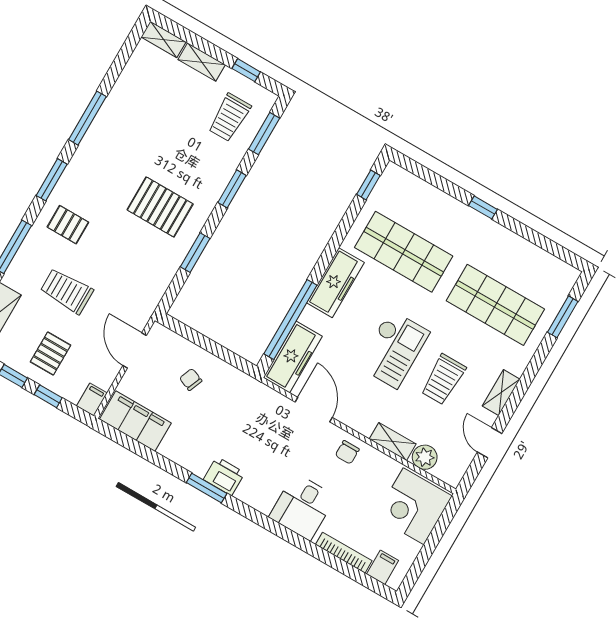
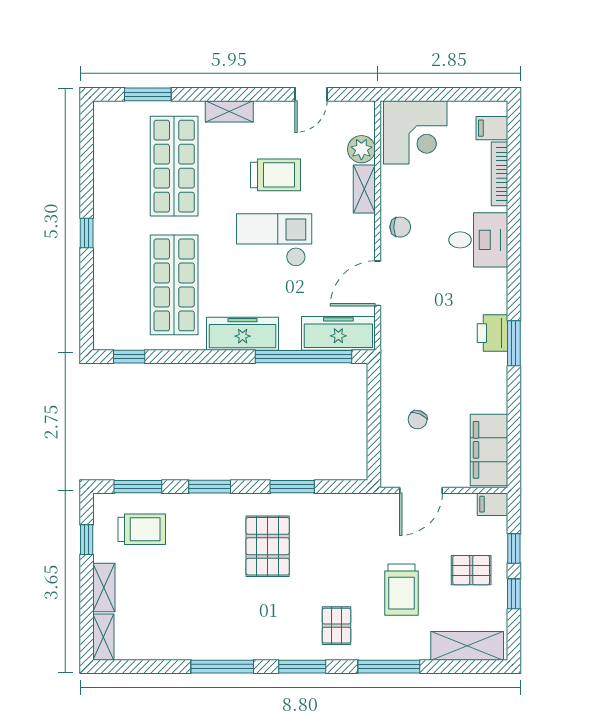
shelving: (501, 393) -> (229, 111), moved

